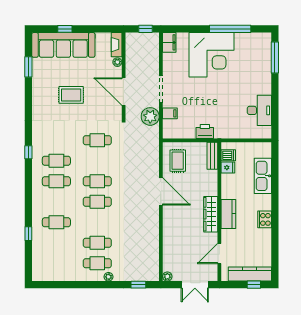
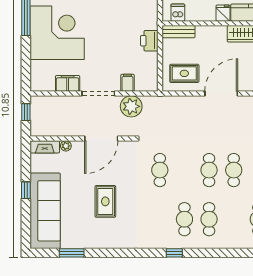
window: (65, 29) -> (26, 190), moved
filing cabinet: (169, 42) -> (68, 83), moved
fridge: (228, 168) -> (223, 13), moved

